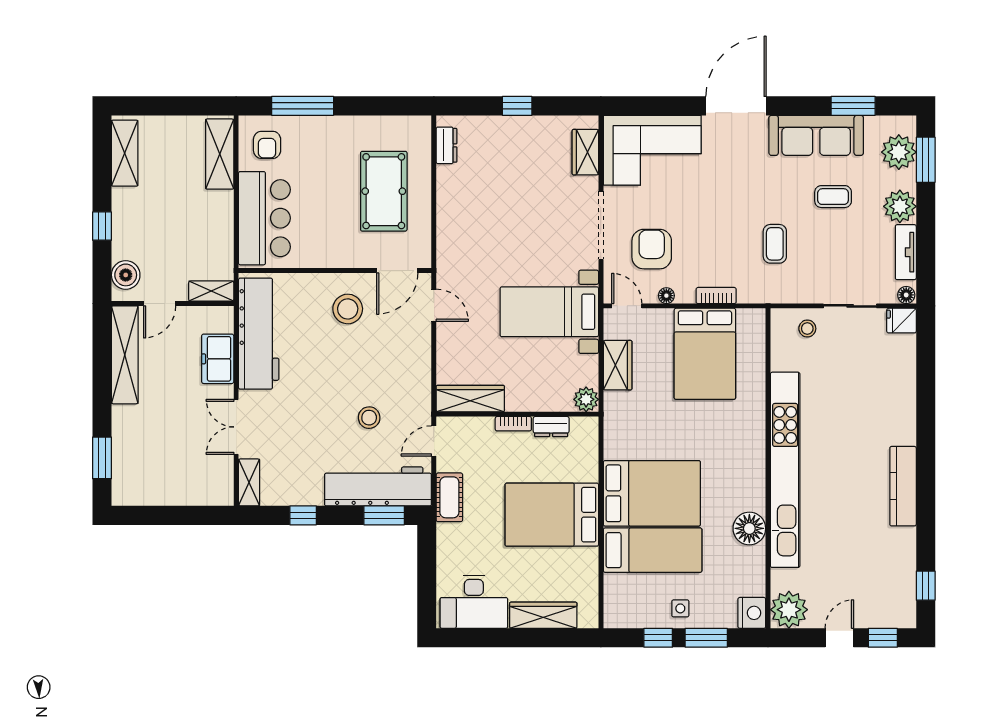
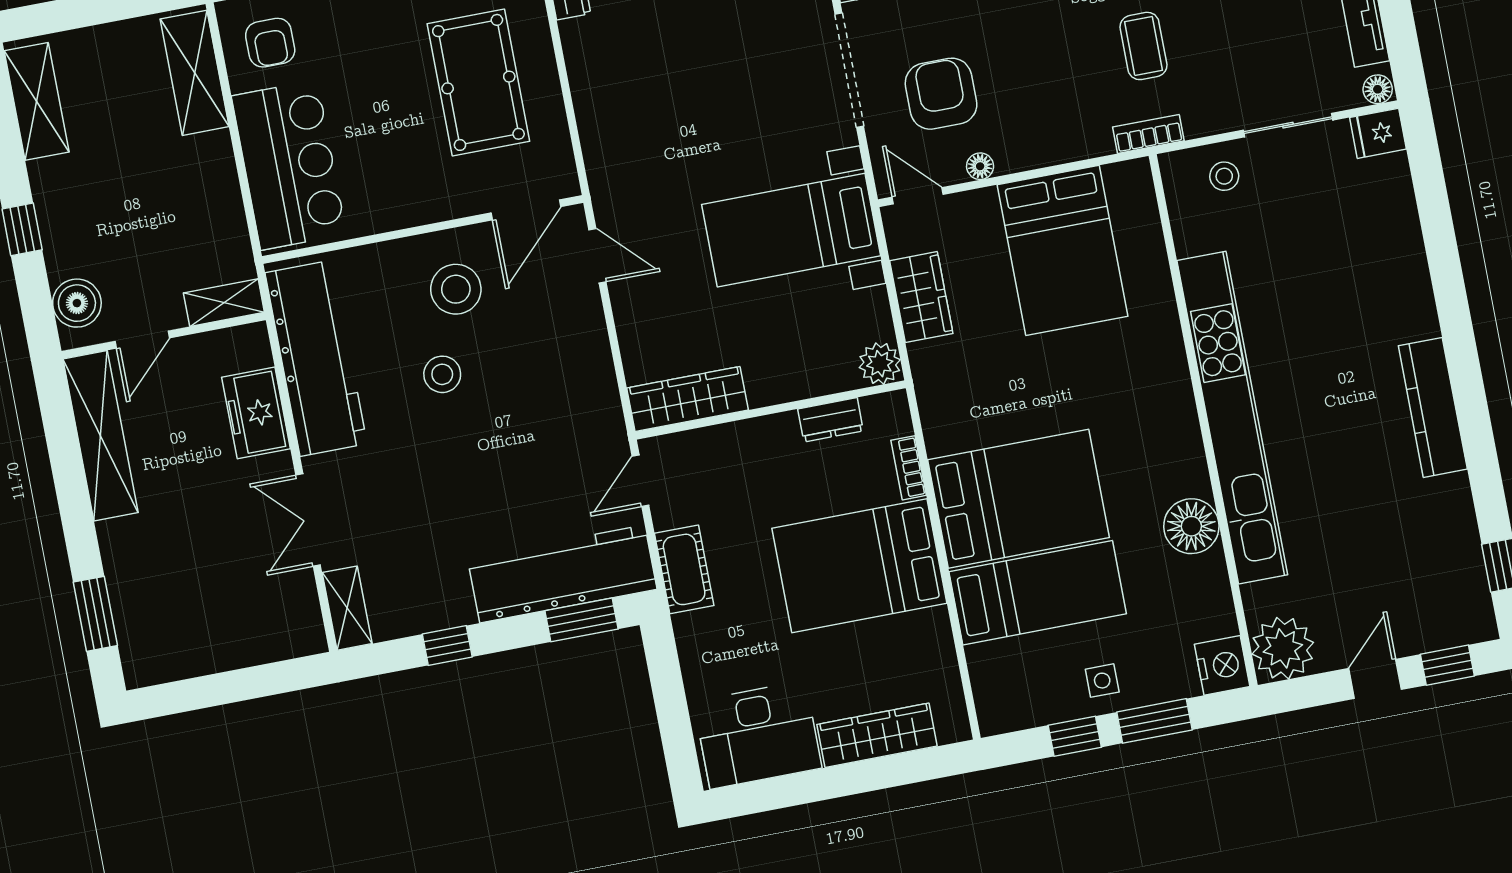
bookcase: (716, 296) -> (1148, 134), moved
stool: (369, 418) -> (442, 374), moved
bookcase: (513, 424) -> (909, 468), moved, turned 90

